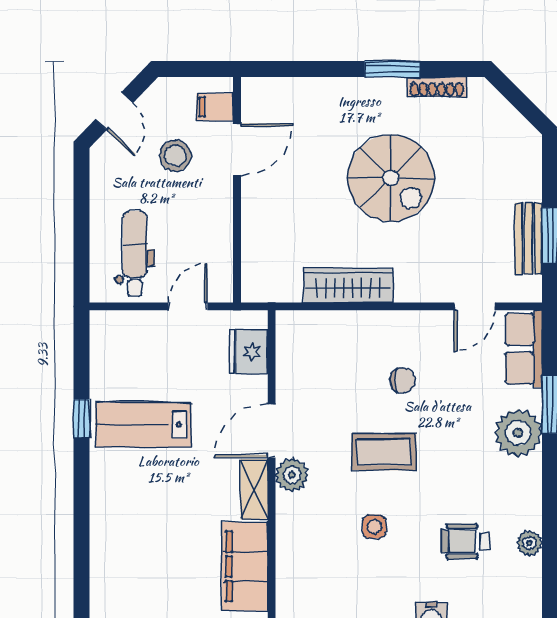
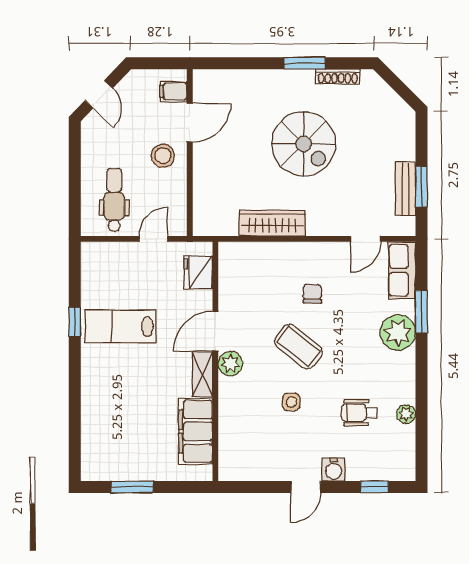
stool: (175, 156) -> (163, 156), moved
chair: (403, 380) -> (312, 294), turned -90
coffee table: (384, 452) -> (298, 347), turned 38

